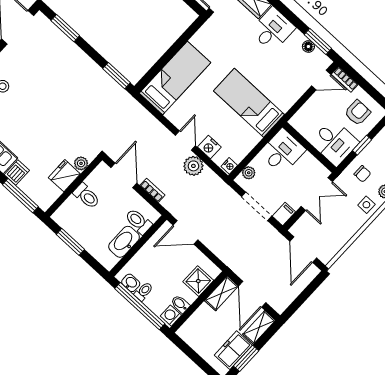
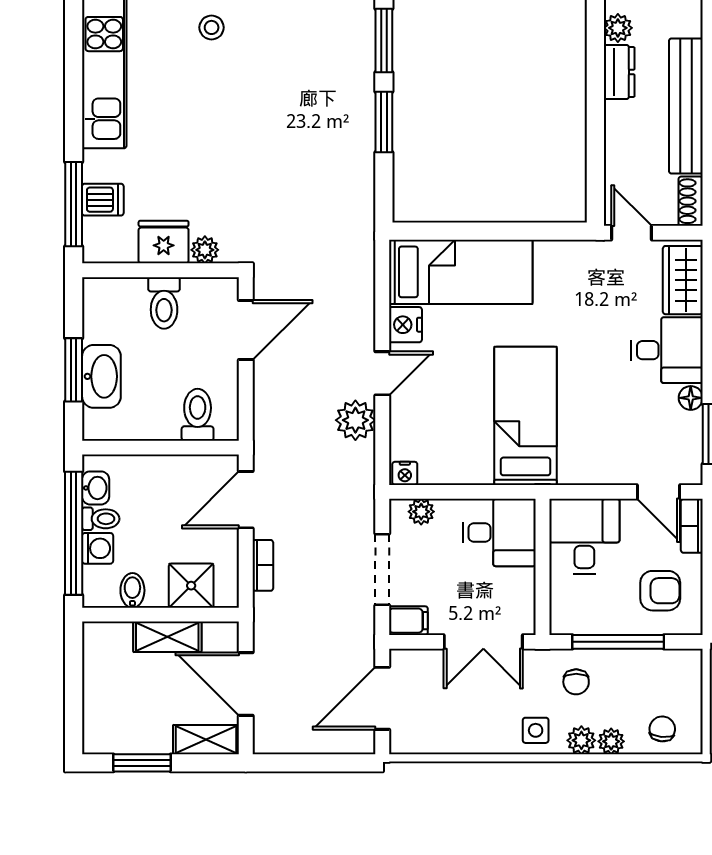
floor lamp: (308, 46) -> (691, 398), moved
window: (117, 76) -> (384, 122), moved
desk: (335, 142) -> (584, 537), moved, turned 180
window: (362, 145) -> (618, 642), width x2.17
nightstand: (209, 147) -> (405, 325), moved
dishwasher: (17, 173) -> (103, 200), moved
bookcase: (152, 190) -> (263, 565), moved
door: (185, 232) -> (246, 500), hinge flipped
window: (70, 242) -> (74, 370), moved
washbasin: (124, 242) -> (101, 376), moved, turned 90
shelving: (221, 293) -> (167, 637), moved
door: (252, 294) -> (246, 684), hinge flipped
washing machine: (171, 316) -> (98, 548), moved, turned 90
freezer: (233, 350) -> (137, 733), removed

